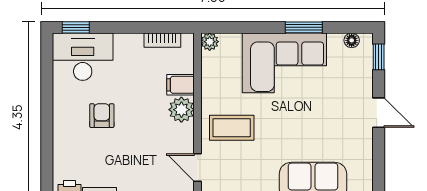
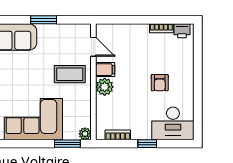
window: (76, 27) -> (147, 144), moved
window: (304, 27) -> (67, 144), moved
filing cabinet: (180, 85) -> (105, 70), moved

